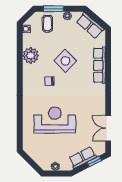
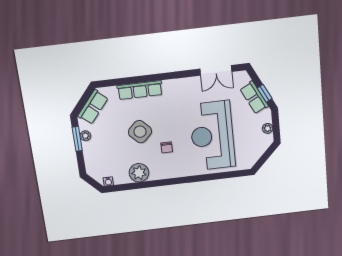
window: (54, 9) -> (77, 139), moved
coffee table: (47, 24) -> (98, 158), removed
reception desk: (55, 120) -> (212, 136), width x1.36, depth x1.30
window: (94, 161) -> (265, 93), moved

